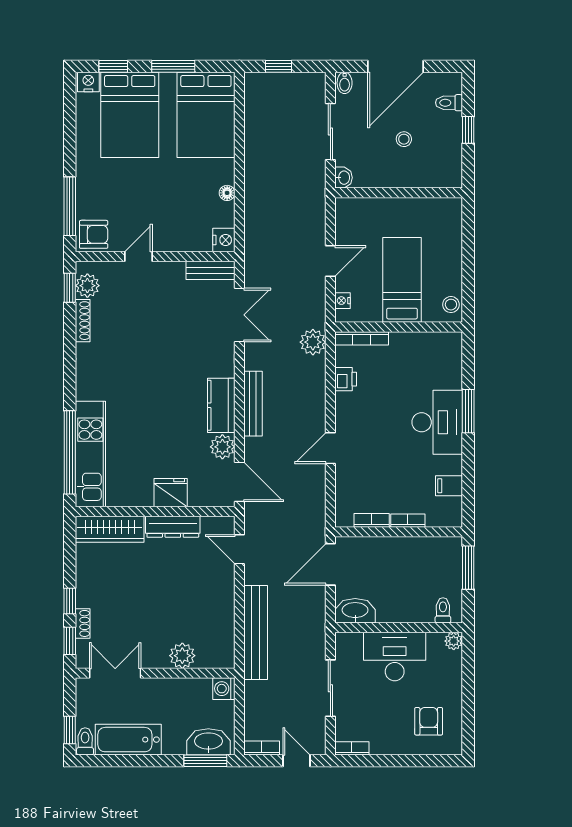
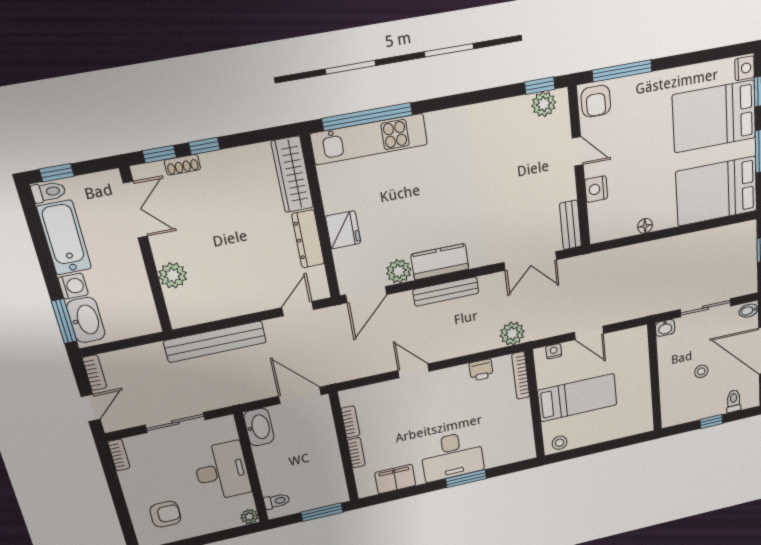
nightstand: (224, 240) -> (596, 189), moved, turned 90
shoe rack: (83, 321) -> (508, 106), removed
filing cabinet: (449, 486) -> (395, 479), width x2.00
washing machine: (224, 689) -> (73, 286), moved, turned 90

